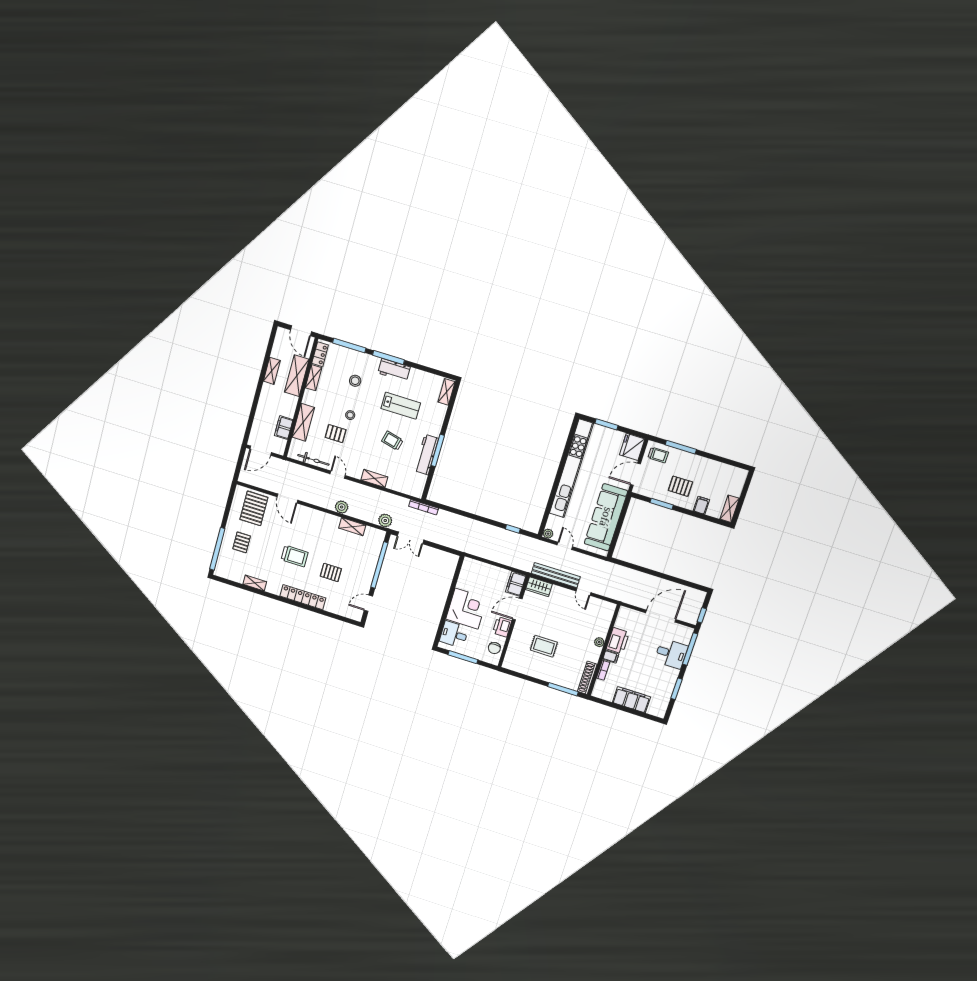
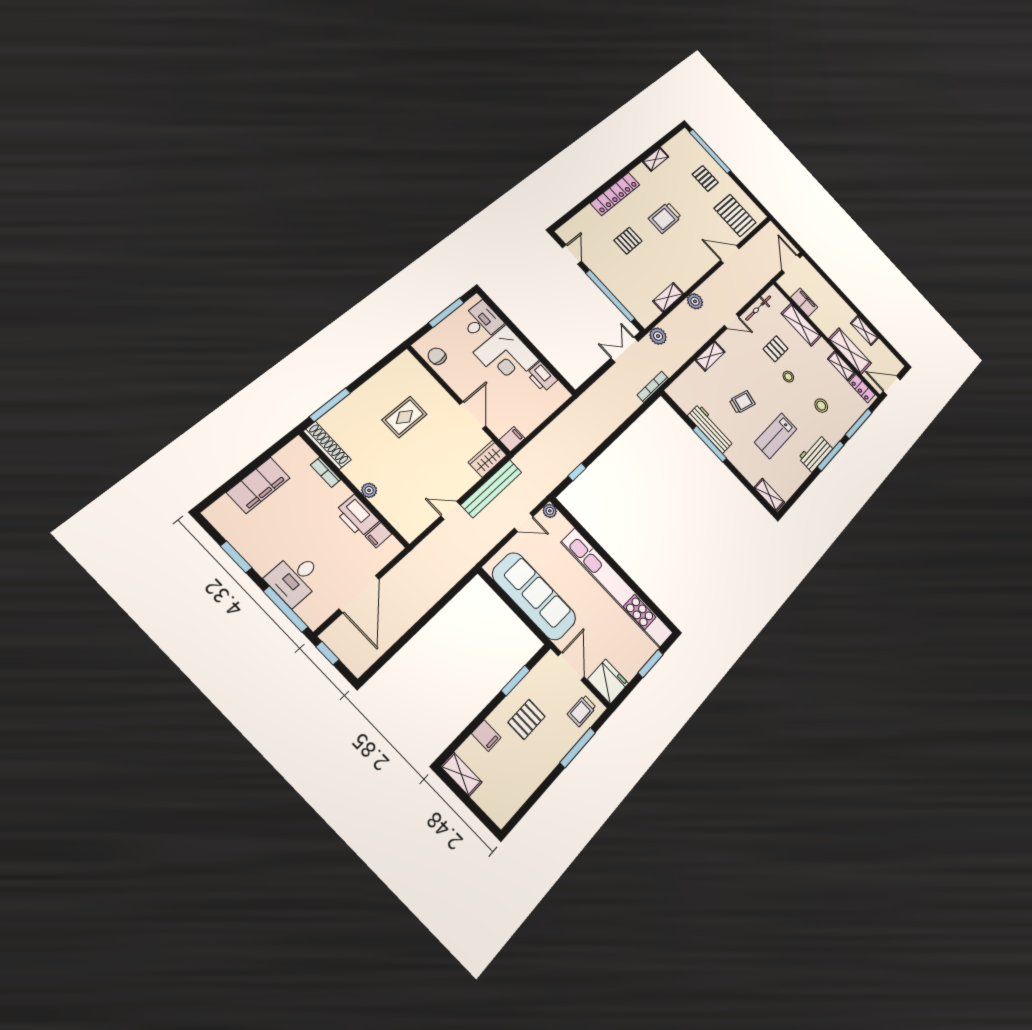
filing cabinet: (516, 584) -> (512, 439), width x0.50
printer: (502, 627) -> (542, 377), moved, turned 180
filing cabinet: (611, 657) -> (378, 535), moved

